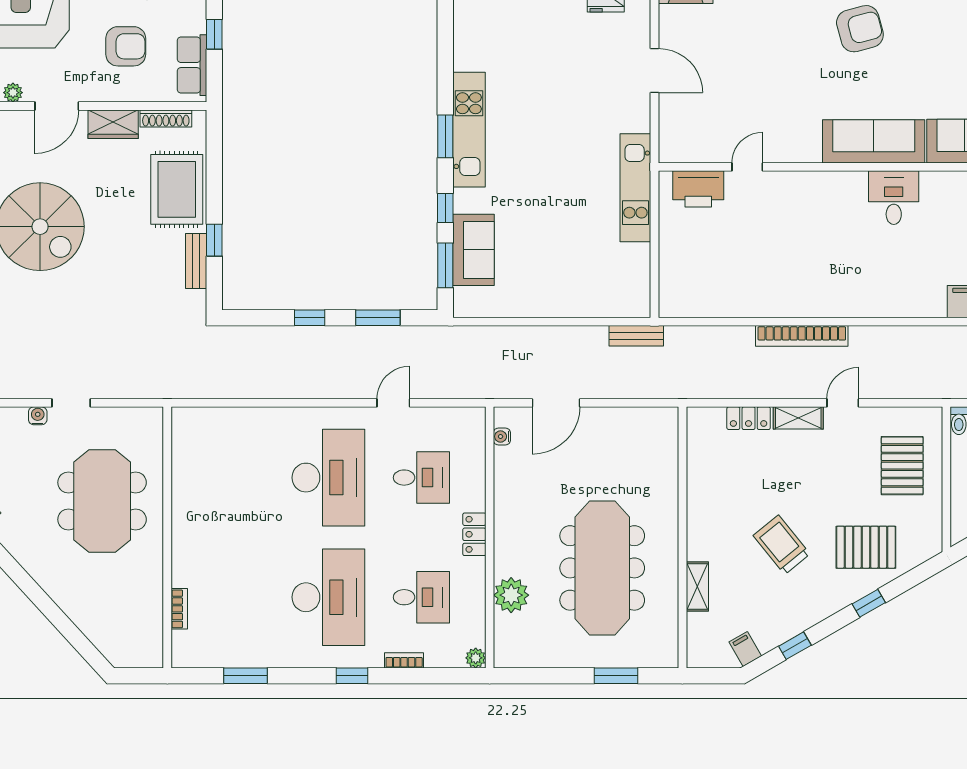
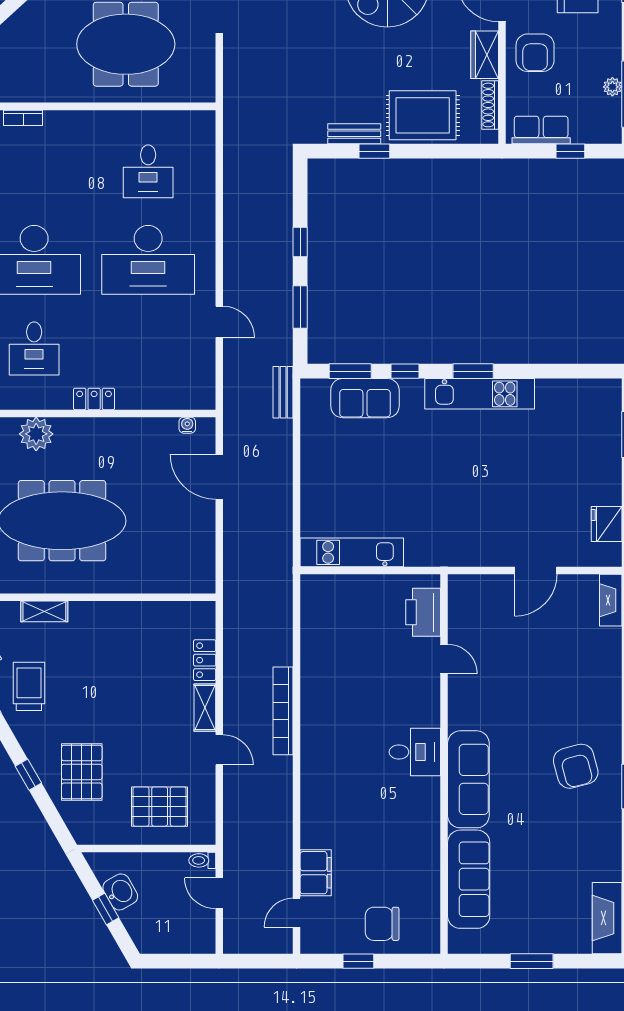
armchair: (126, 46) -> (535, 53), moved
kitchen unit: (635, 188) -> (352, 552), moved
desk: (894, 198) -> (415, 752), moved
bench: (636, 336) -> (283, 392), moved
desk: (421, 478) -> (148, 171), moved
trolley: (782, 545) -> (29, 686), moved, turned -51

